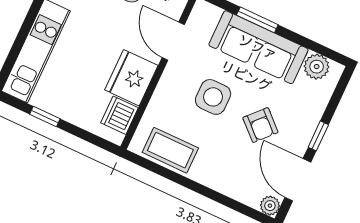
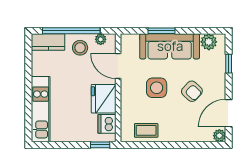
window: (45, 117) -> (100, 145), moved
window: (318, 136) -> (229, 64), moved
coffee table: (170, 150) -> (146, 130), width x0.73, depth x0.77
door: (298, 180) -> (229, 113), hinge flipped

